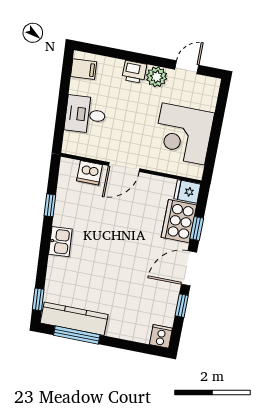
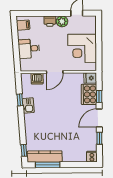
kitchen sink: (60, 242) -> (28, 105), moved

